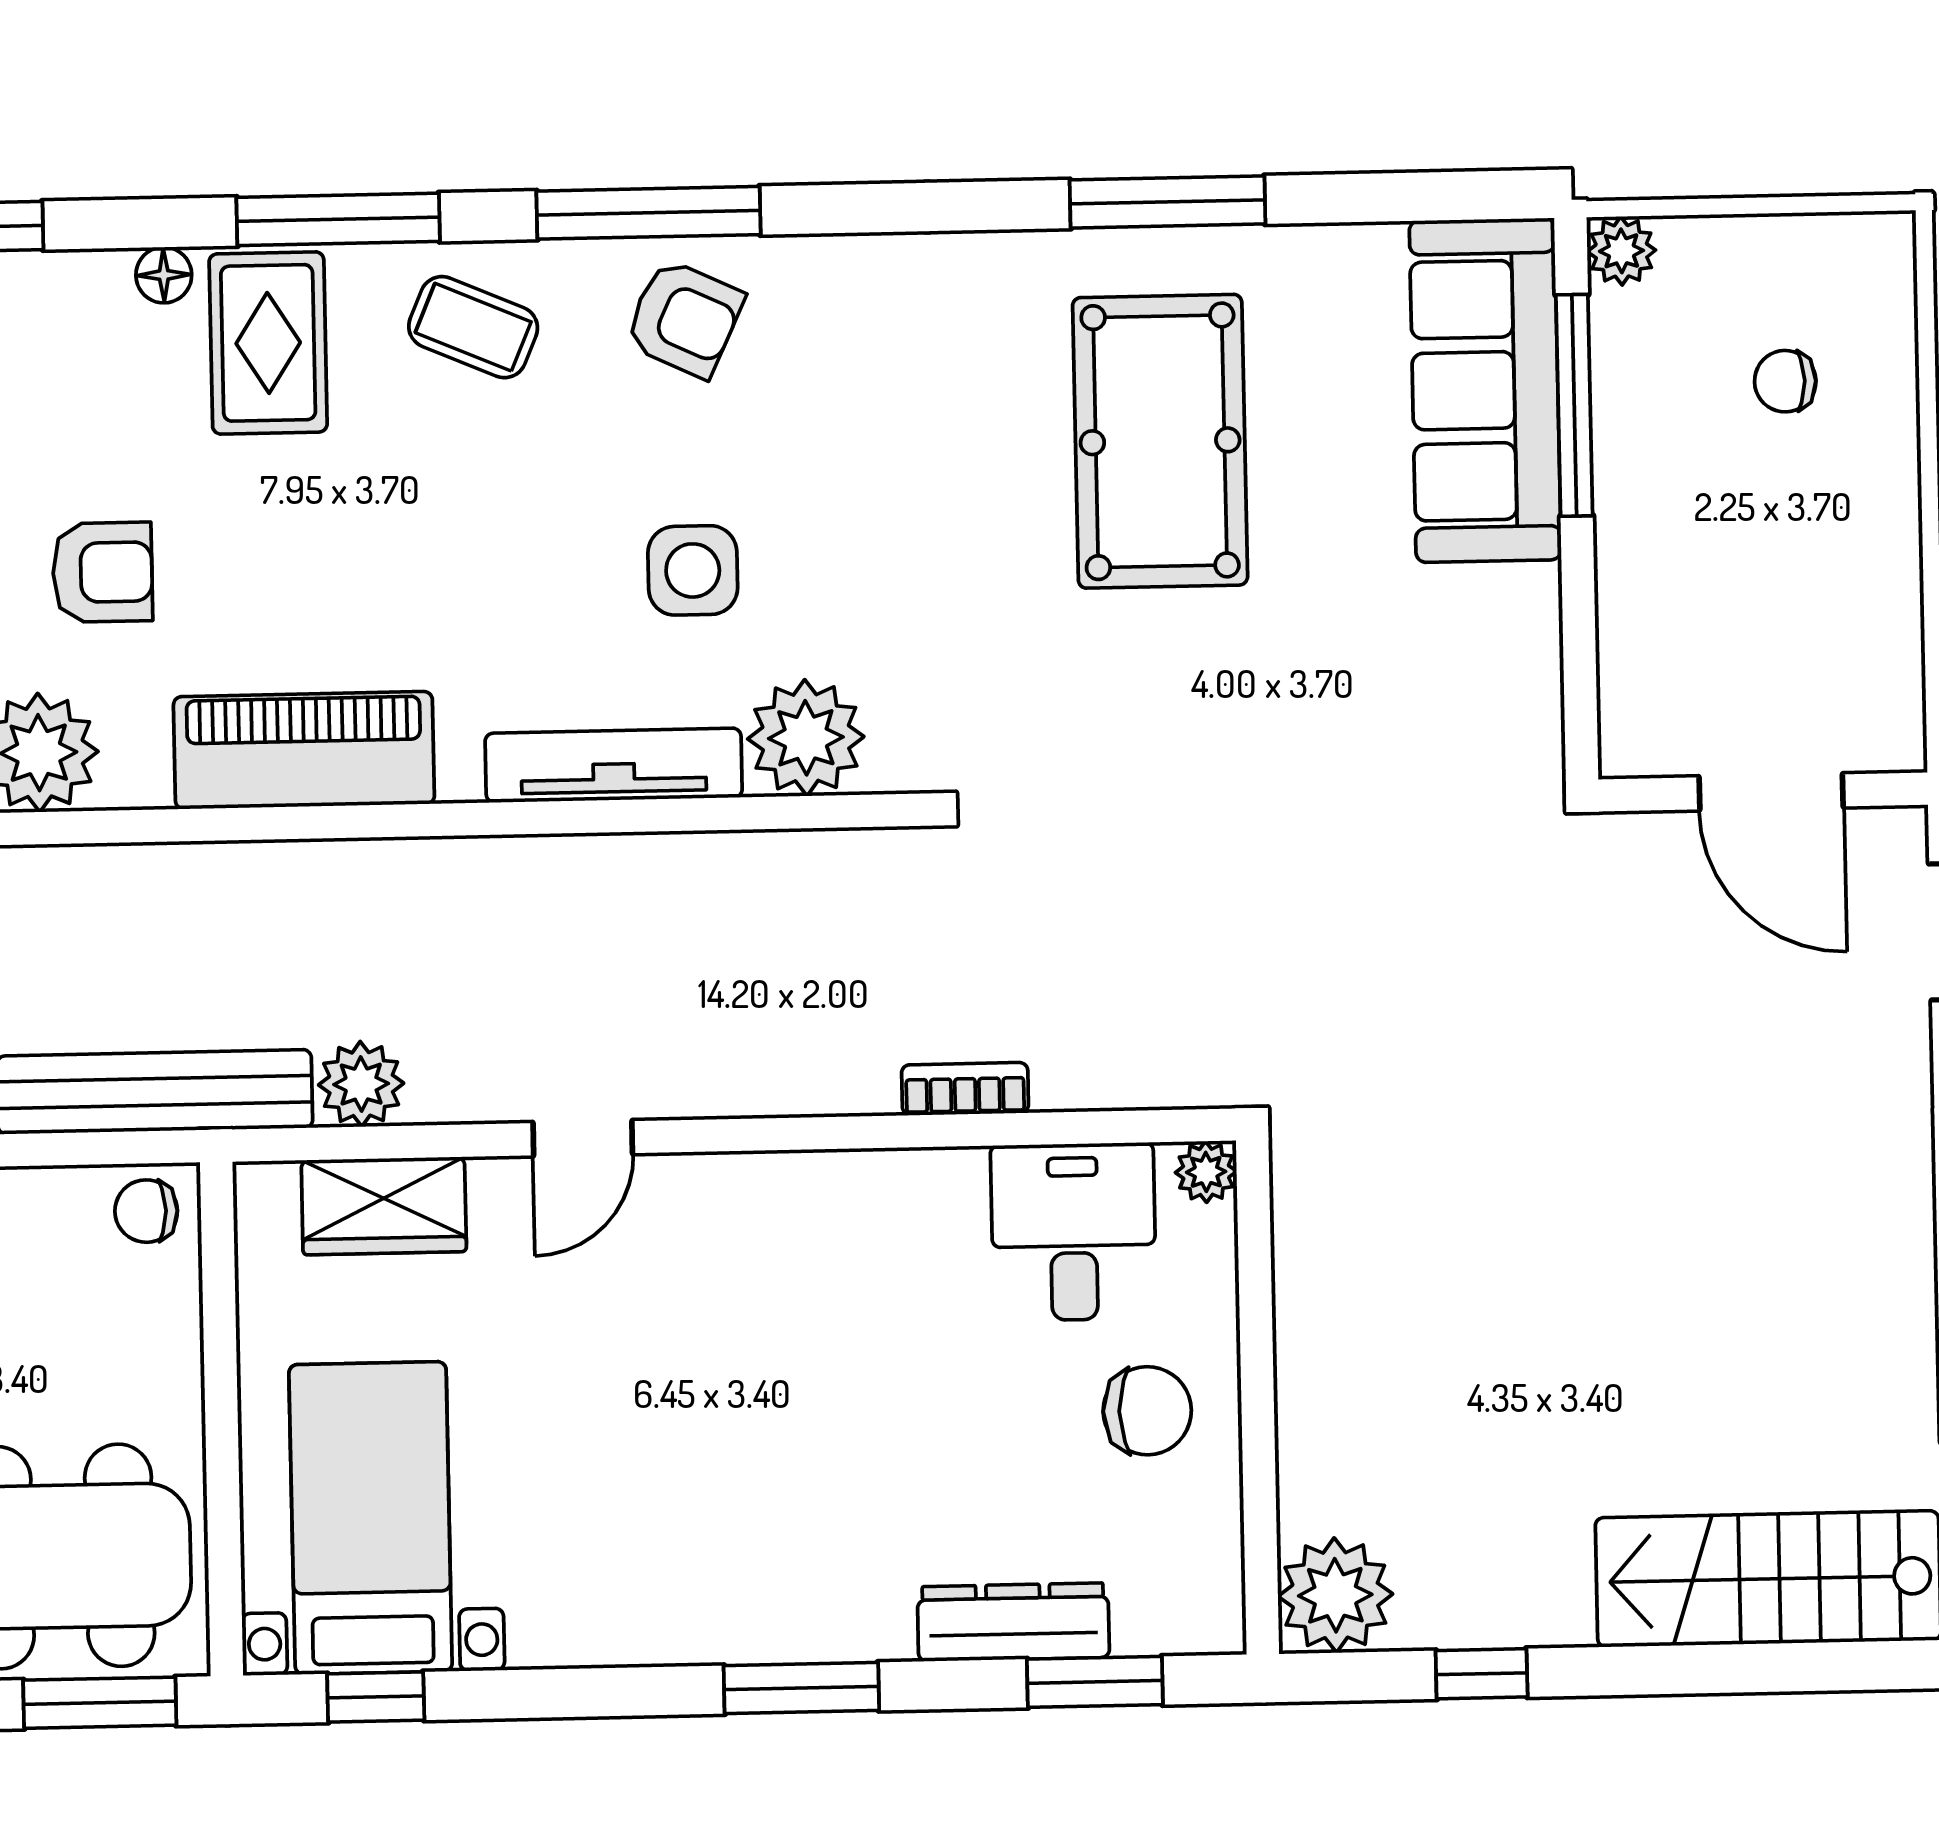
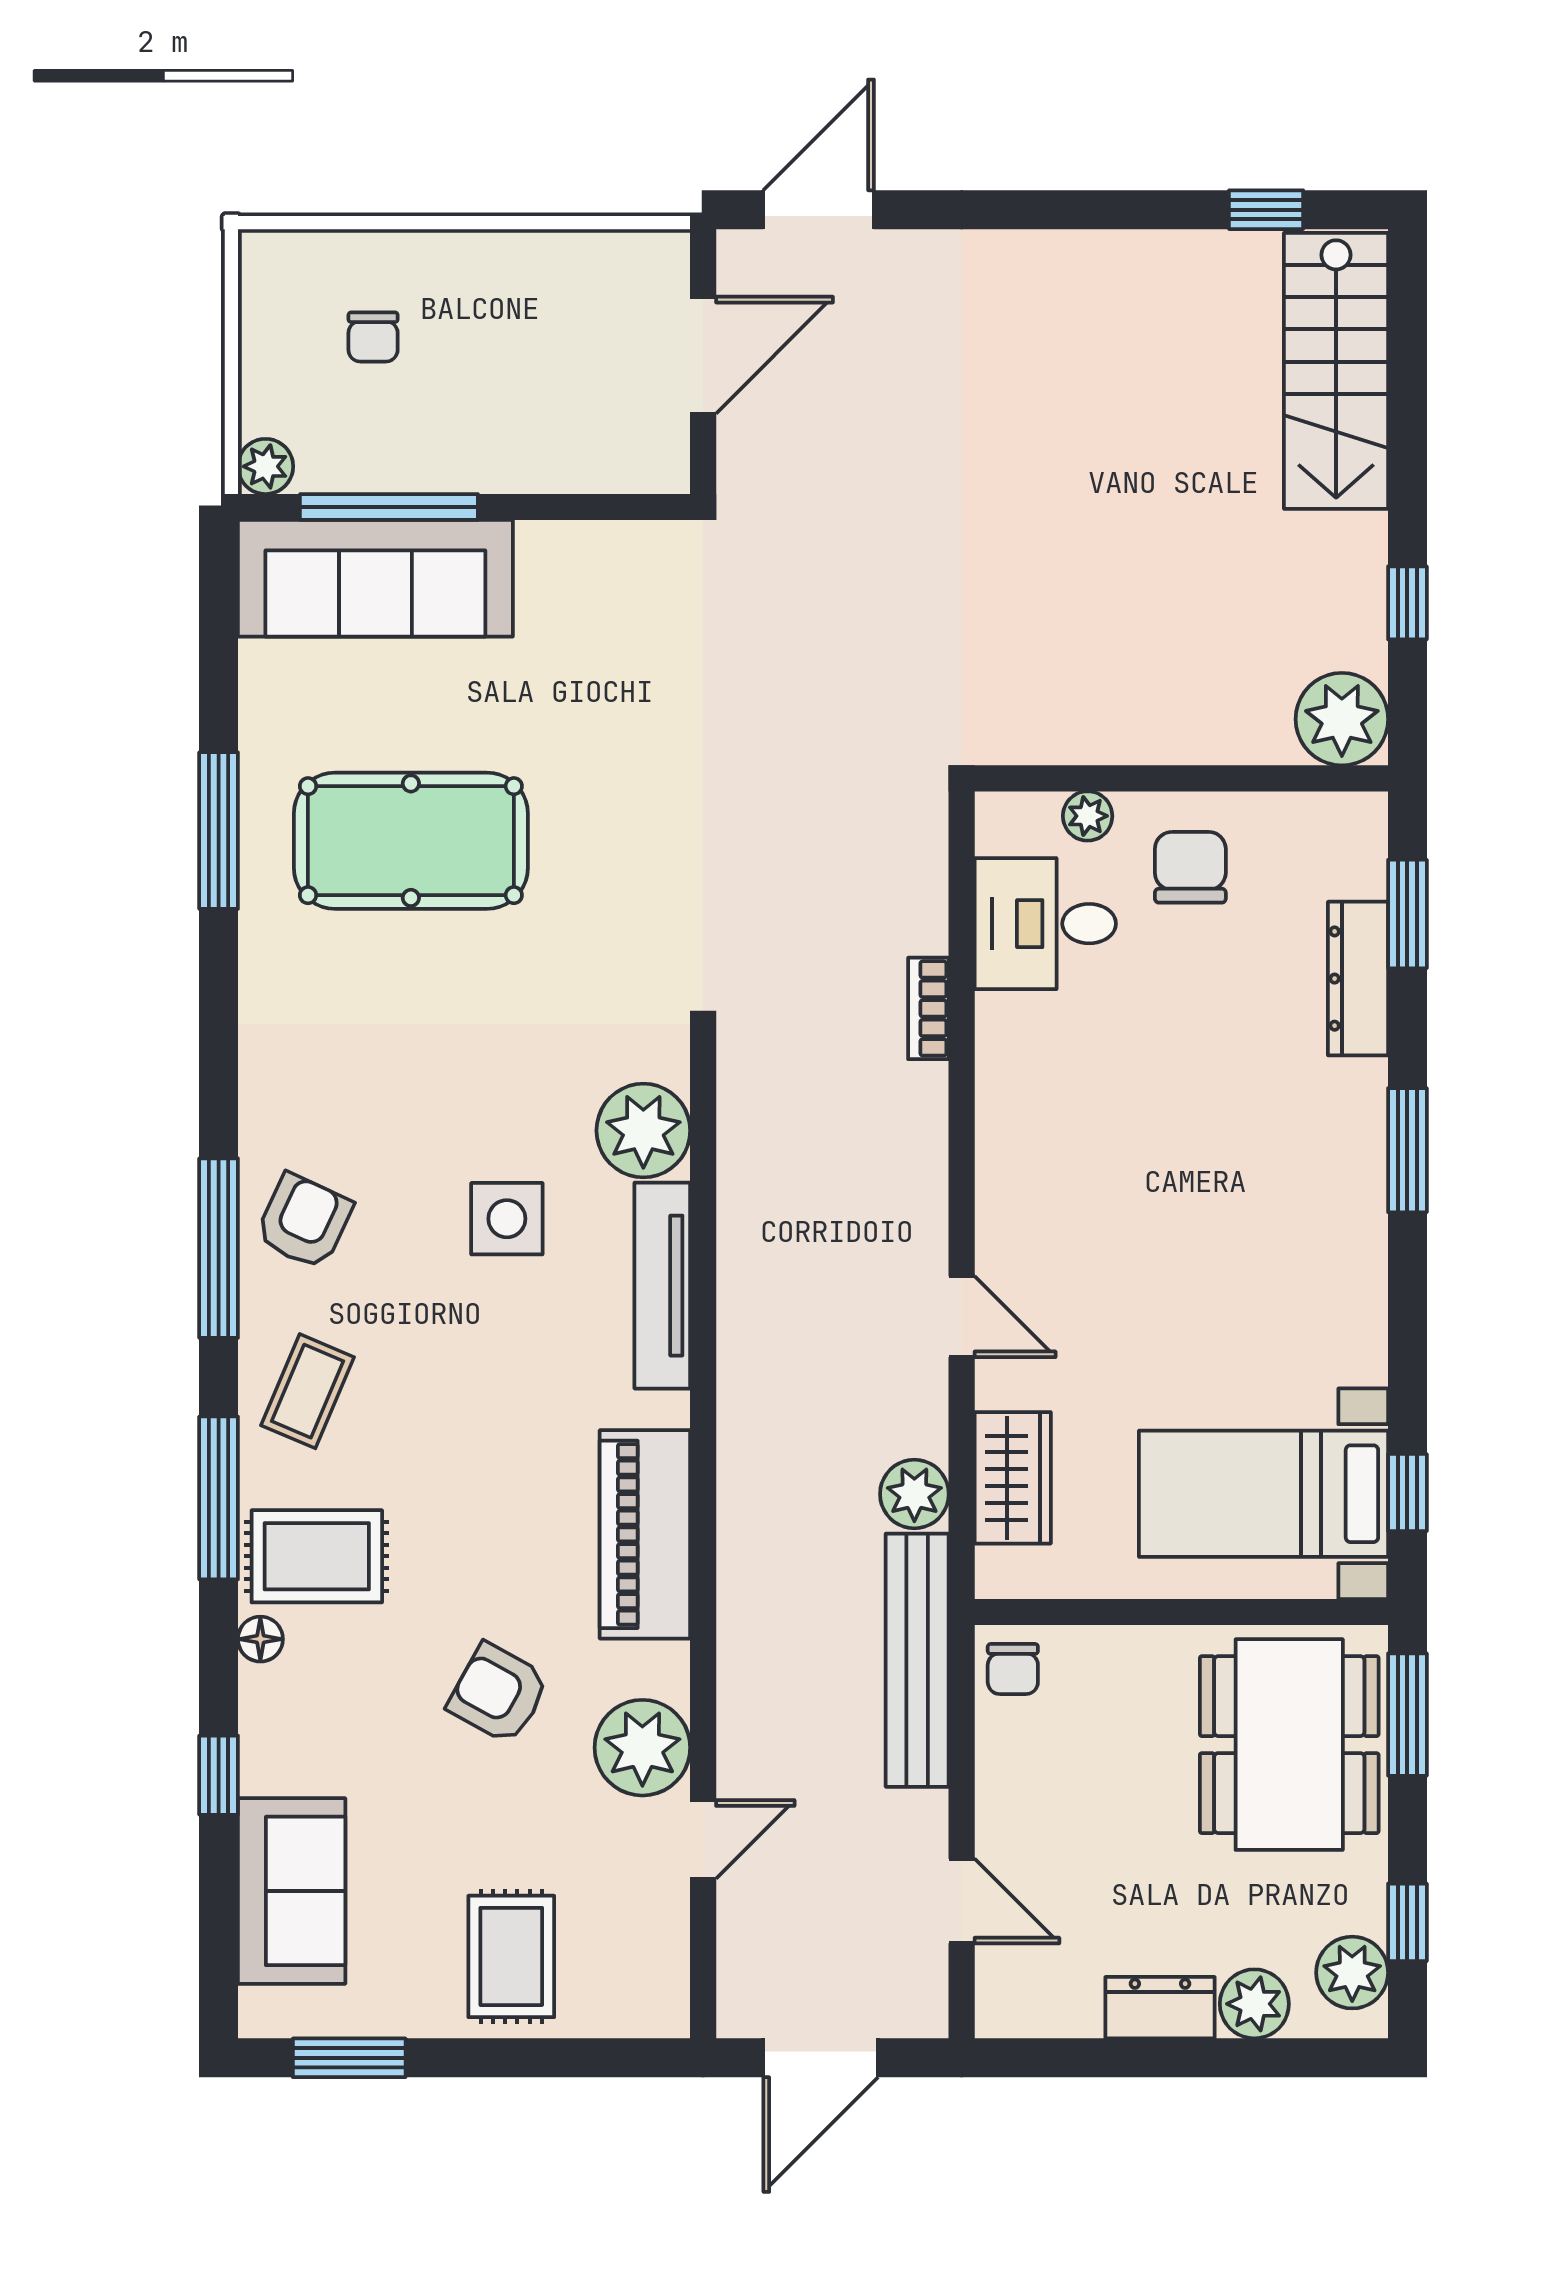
armchair: (102, 572) -> (498, 1693), turned -61
plant: (1206, 1172) -> (1088, 816), moved

